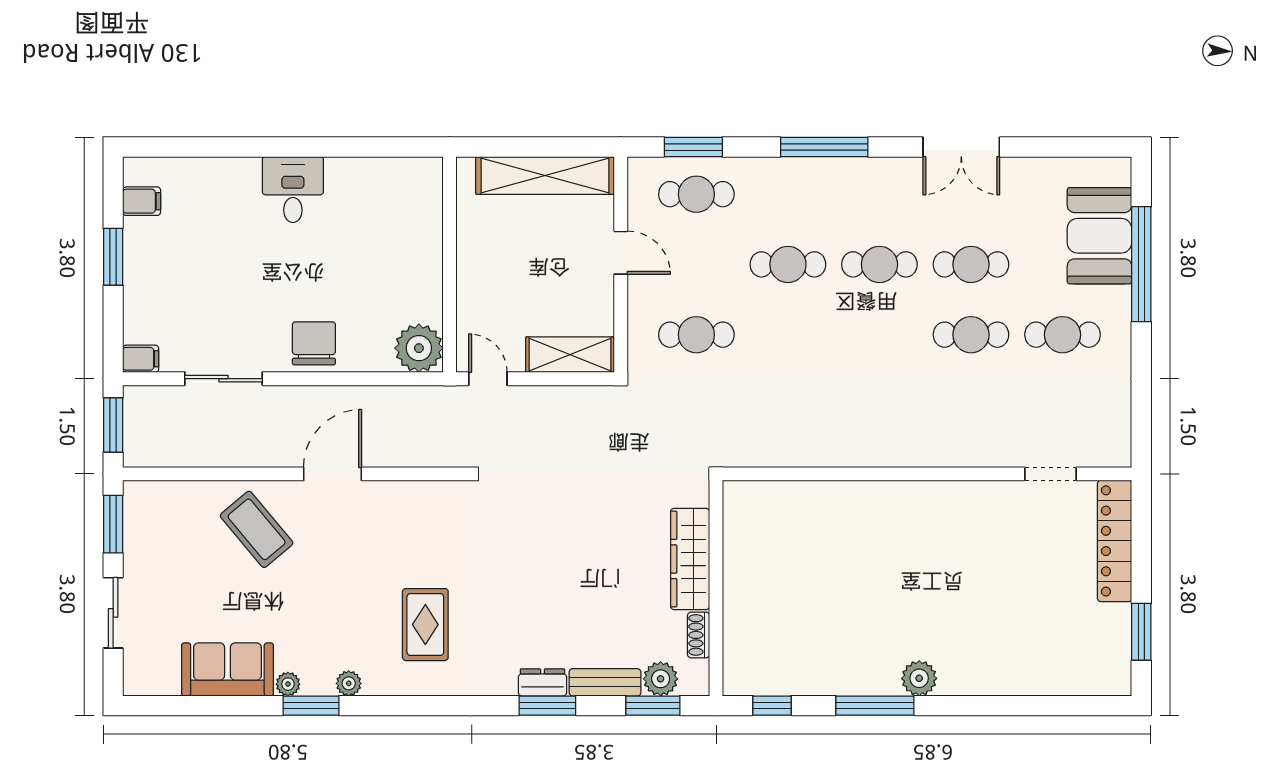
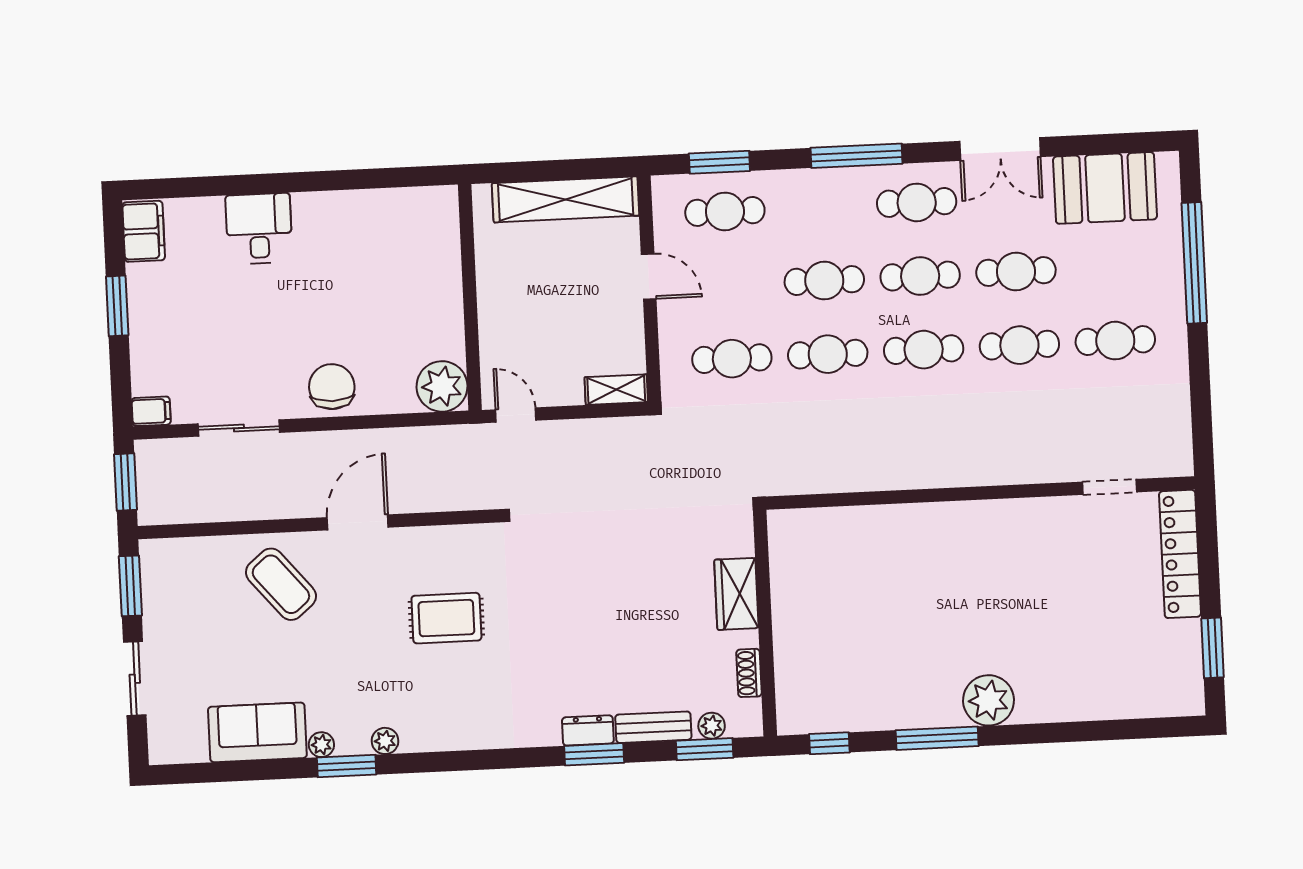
desk: (293, 190) -> (259, 229), moved
cafe table: (879, 194) -> (917, 202), added
filing cabinet: (142, 201) -> (144, 231), width x2.00
booth: (1099, 236) -> (1105, 188), moved, turned 90
cafe table: (788, 335) -> (828, 354), added
cafe table: (879, 335) -> (924, 350), added
shelving: (570, 355) -> (616, 390), width x0.67, depth x0.75
wardrobe: (690, 559) -> (736, 594), width x0.67
rug: (425, 625) -> (446, 618), moved, turned 90
plant: (919, 678) -> (989, 700), width x1.36, depth x1.36
plant: (661, 679) -> (712, 726), width x0.73, depth x0.73

